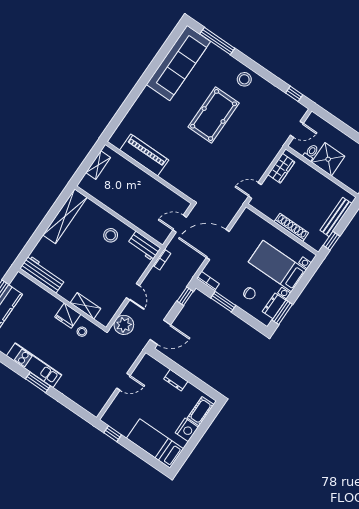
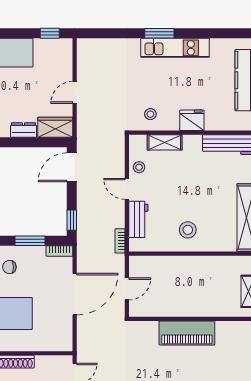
piano: (144, 155) -> (187, 333), moved
workbench: (144, 246) -> (138, 219), moved, turned 90
stool: (114, 301) -> (139, 167), added
fridge: (68, 316) -> (192, 120), moved
plant: (124, 325) -> (113, 150), removed
wardrobe: (153, 367) -> (55, 127), added

